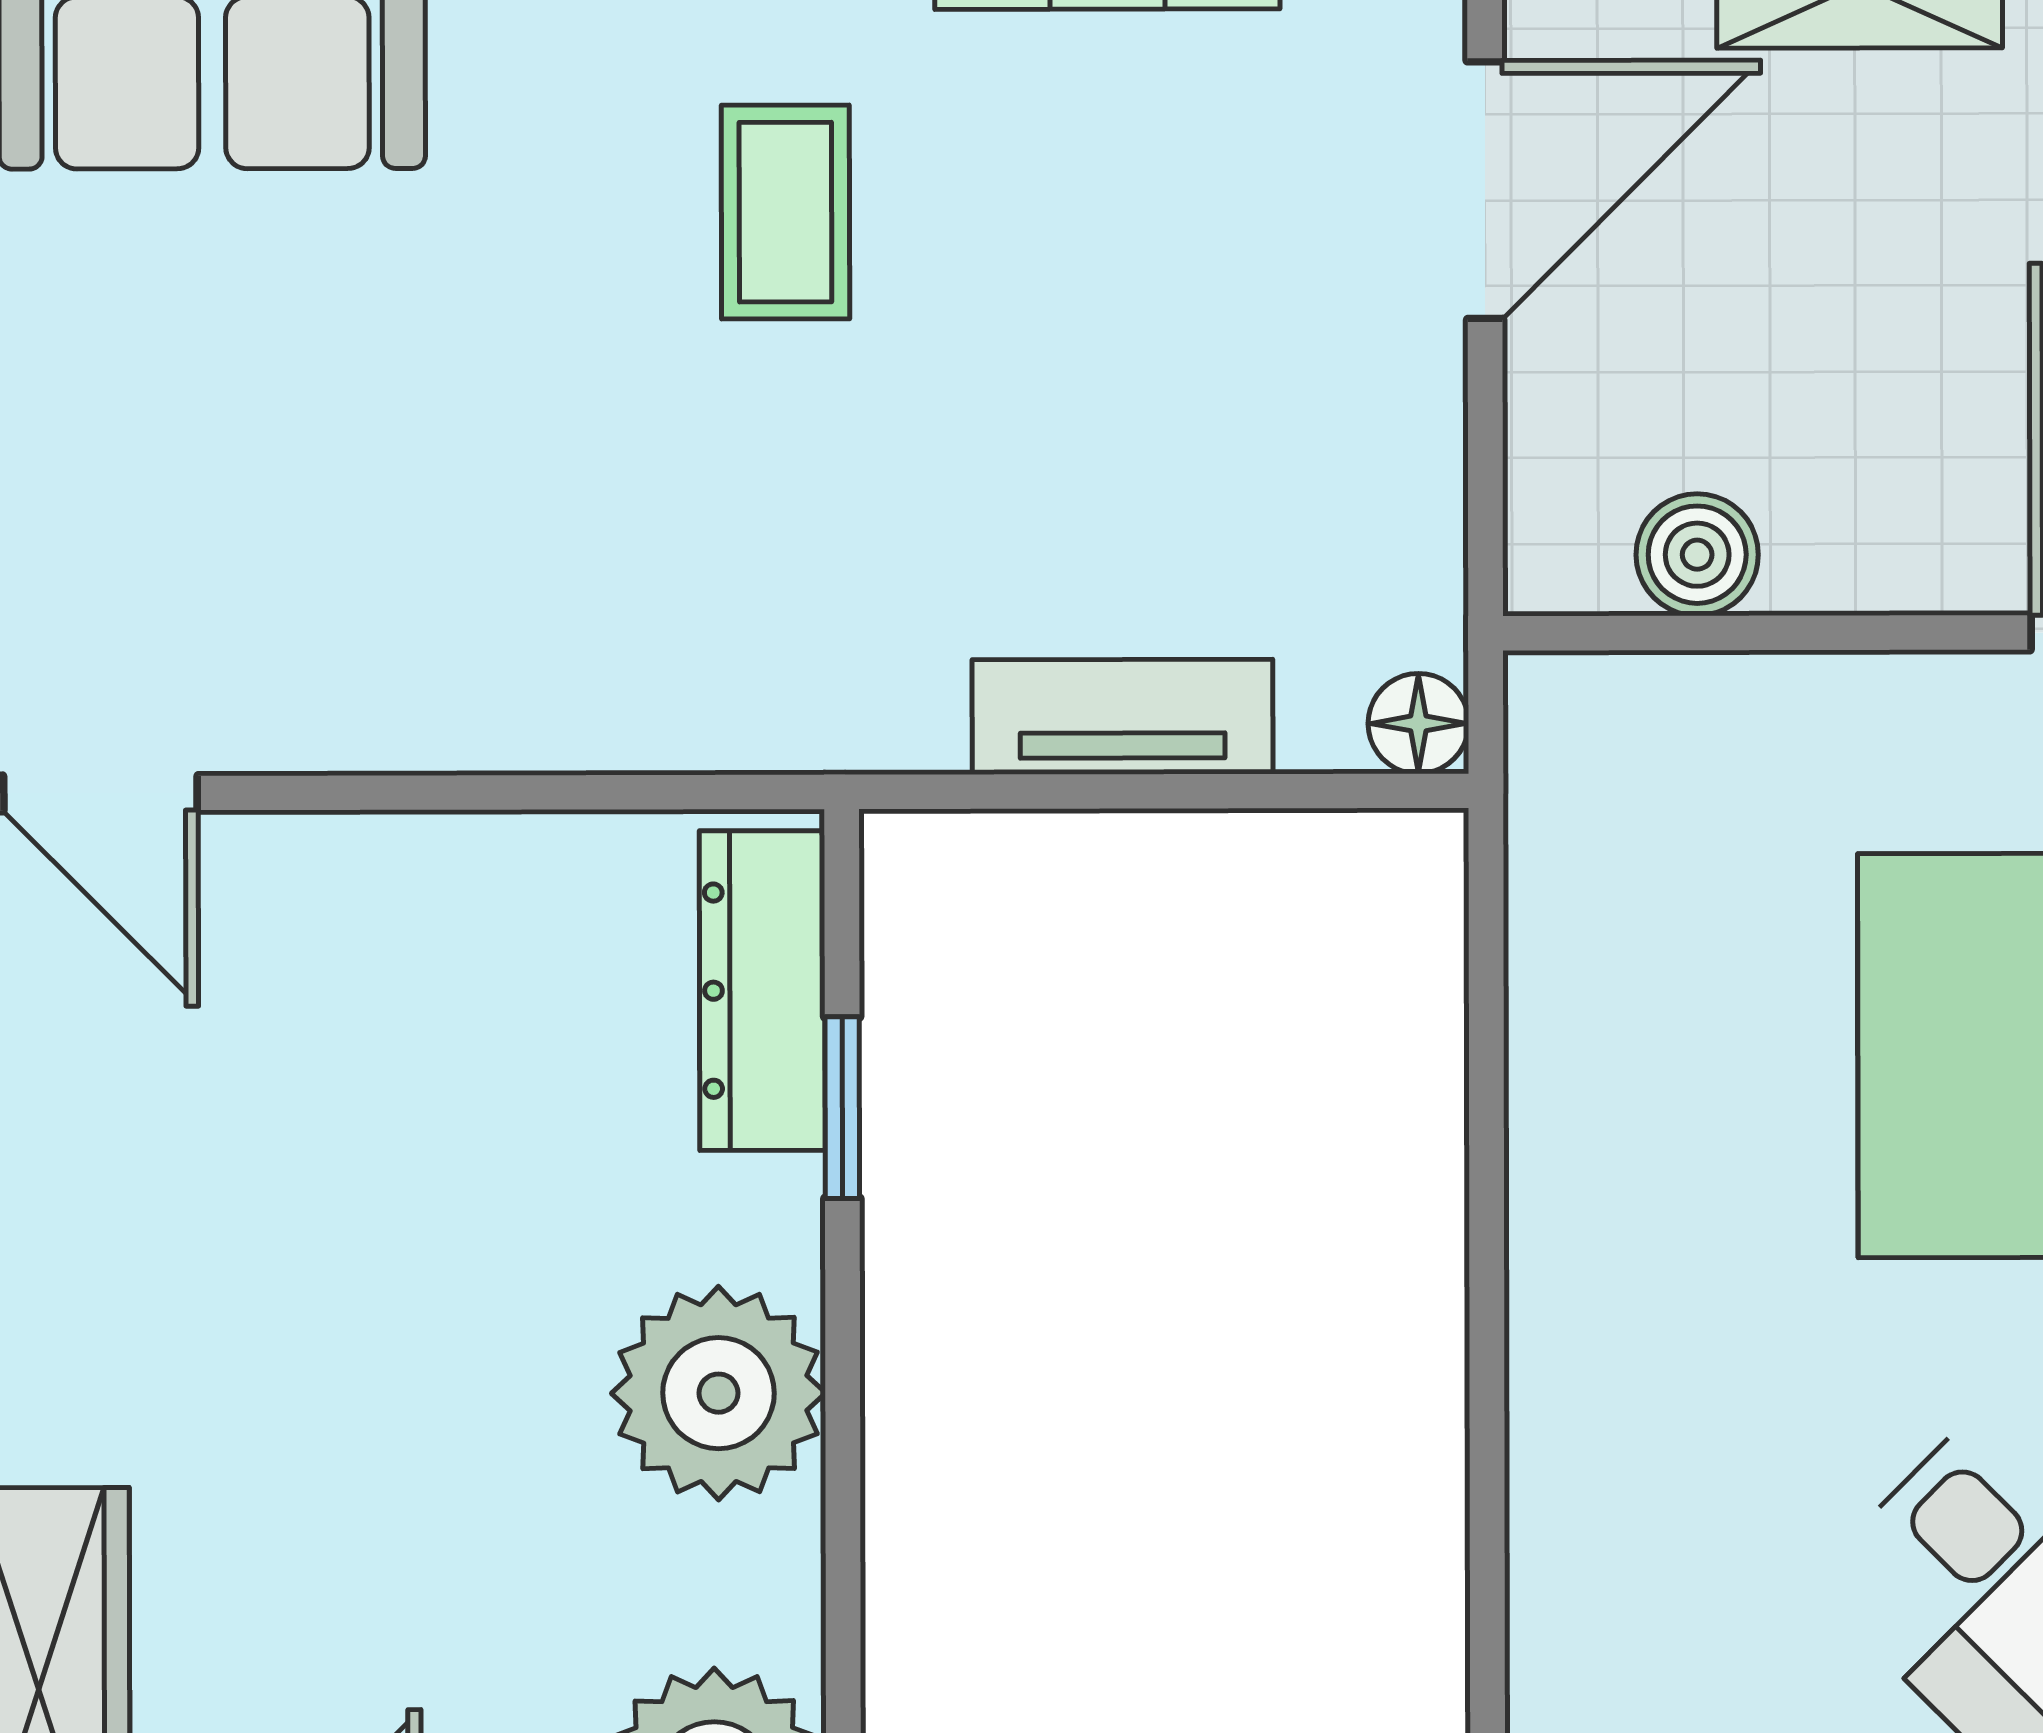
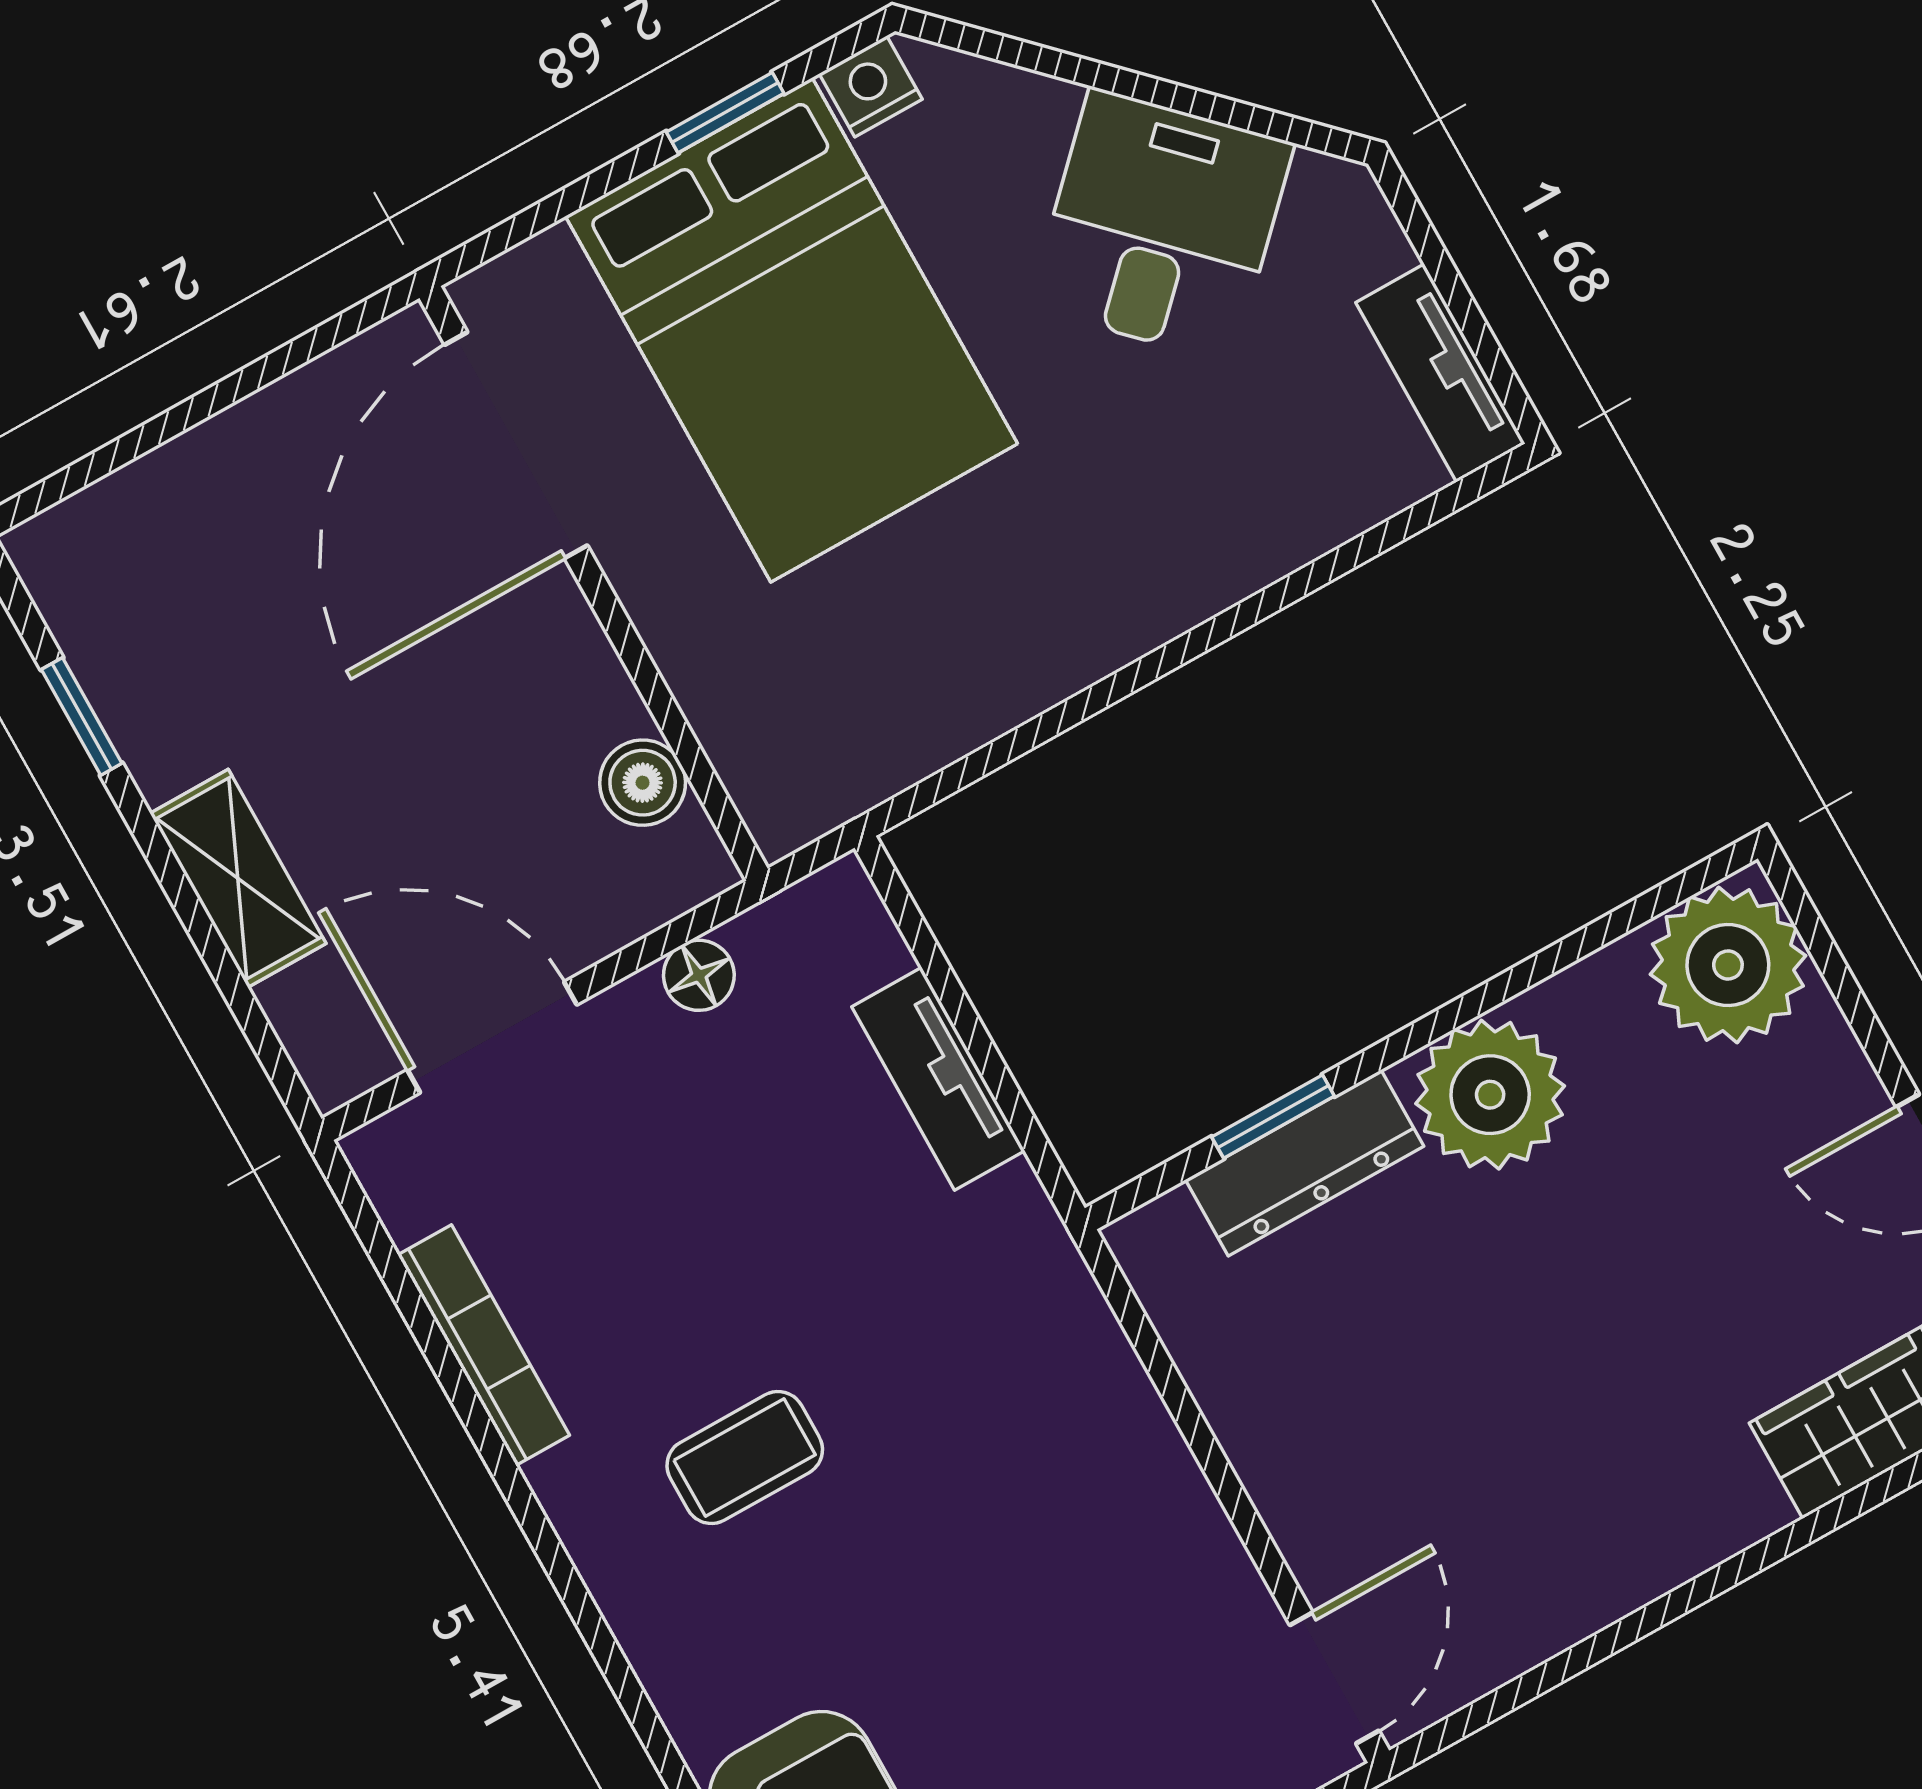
floor lamp: (1418, 723) -> (699, 975), moved
dresser: (762, 991) -> (1305, 1163), moved

